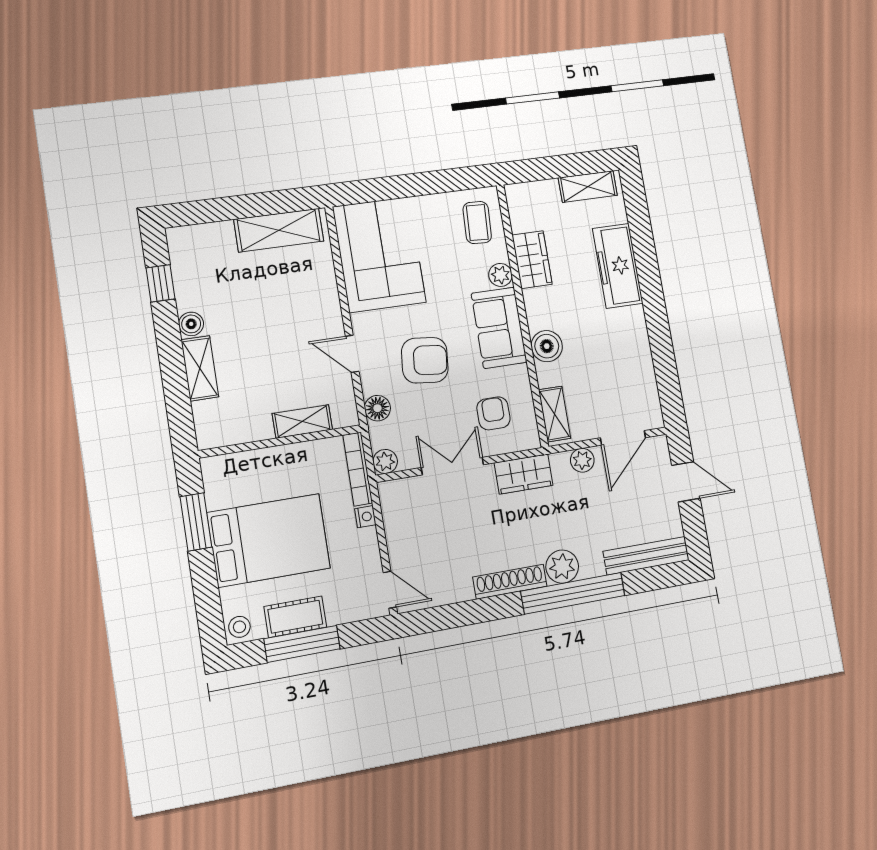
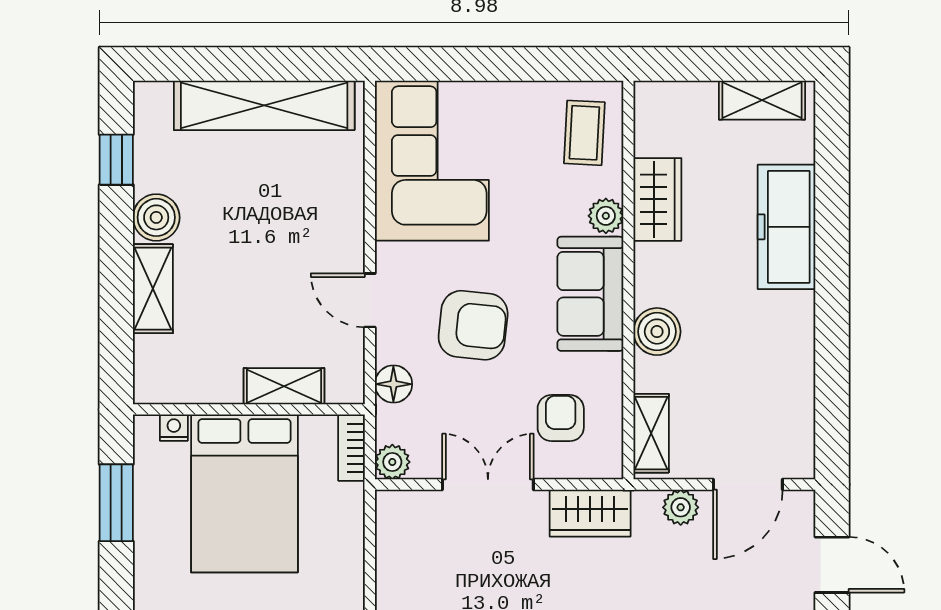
shelving: (279, 230) -> (264, 105), width x1.47
boiler: (191, 324) -> (156, 217), width x1.36, depth x1.36
bookcase: (358, 469) -> (352, 448), width x0.64
nightstand: (365, 517) -> (174, 428), moved, turned -90
bed: (269, 540) -> (244, 493), moved, turned 90

